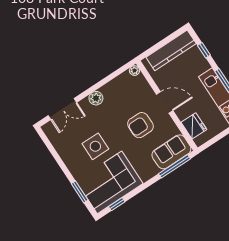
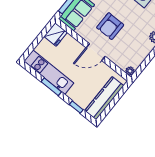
armchair: (140, 125) -> (110, 26), turned 180
fridge: (194, 126) -> (56, 34), moved, turned -90

